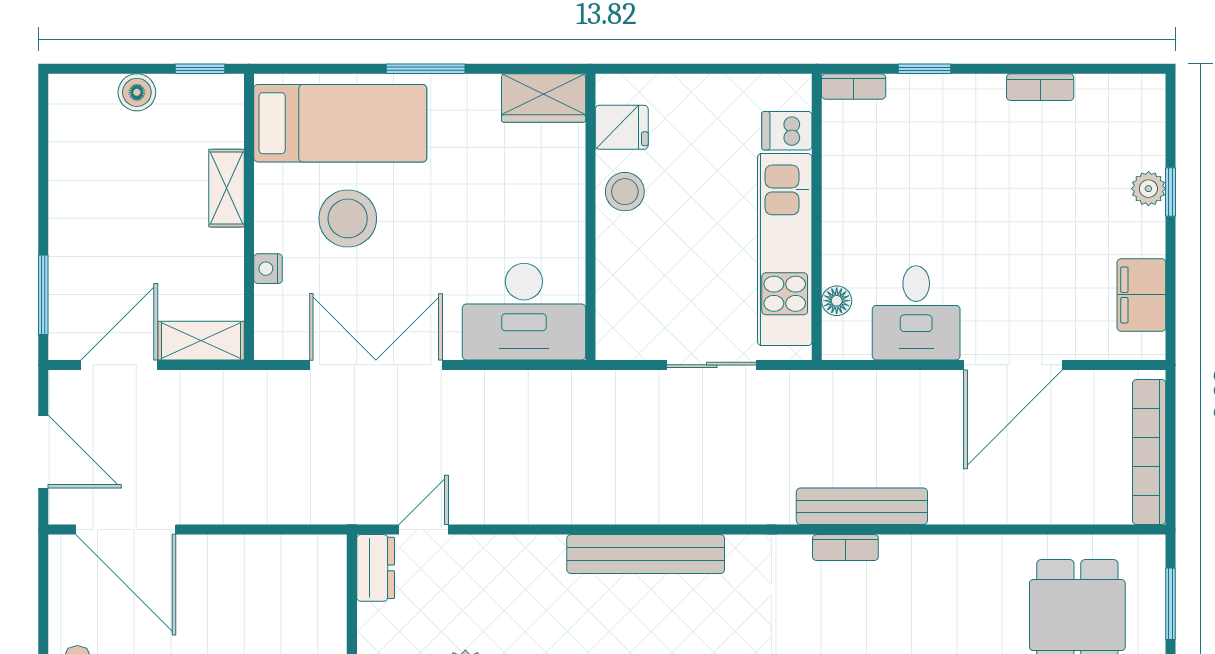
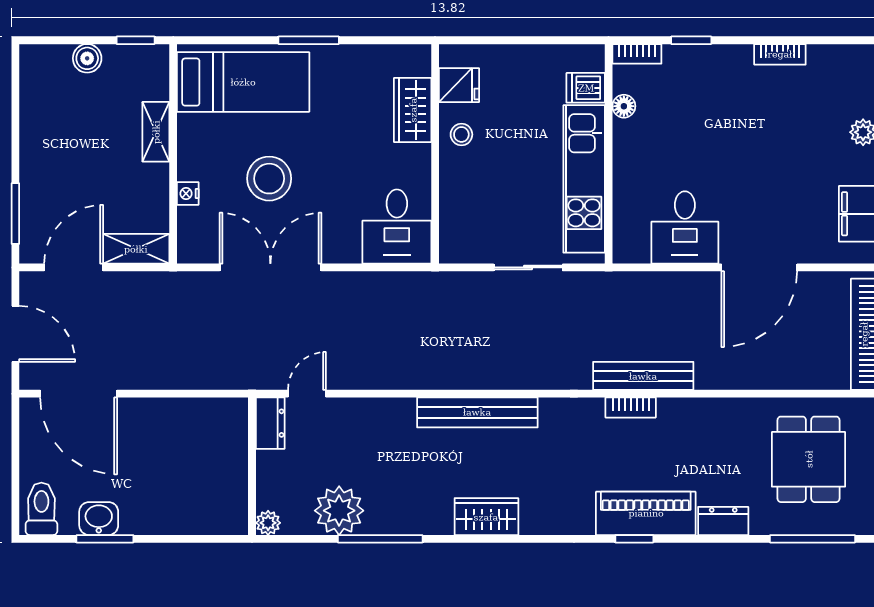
wardrobe: (544, 98) -> (413, 110), moved, turned 90
stool: (625, 192) -> (461, 134), width x0.73, depth x0.73
stool: (348, 218) -> (269, 179), moved
floor lamp: (837, 301) -> (624, 106), moved
desk: (524, 312) -> (397, 227), width x0.73

